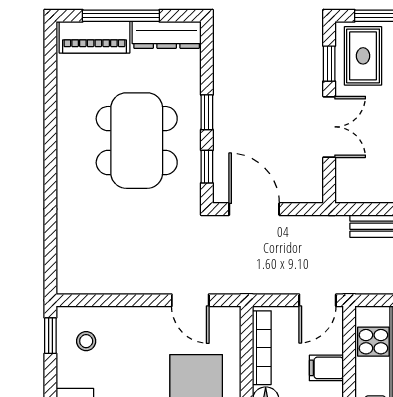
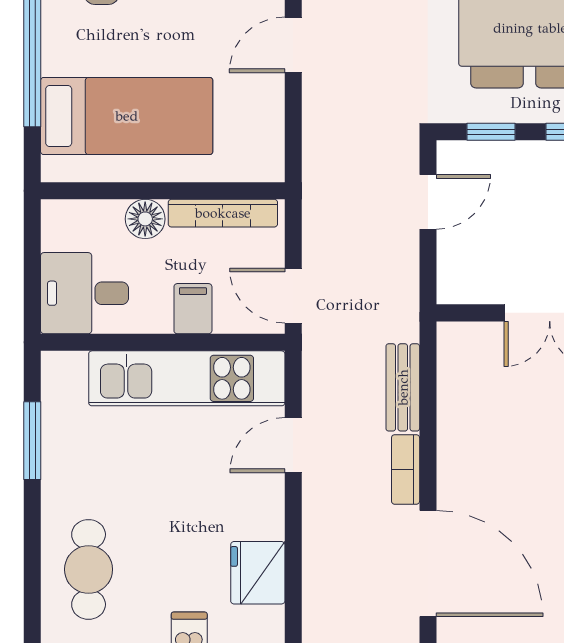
door: (254, 209) -> (428, 202), width x0.73
door: (190, 300) -> (293, 45), moved

